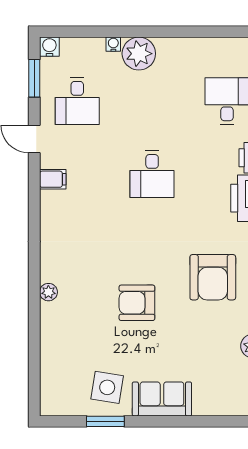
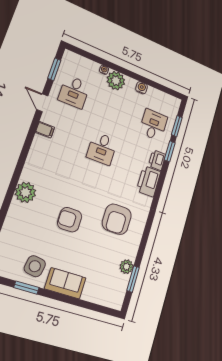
water cooler: (49, 47) -> (142, 88), moved
plant: (48, 292) -> (25, 192), width x1.88, depth x1.88

